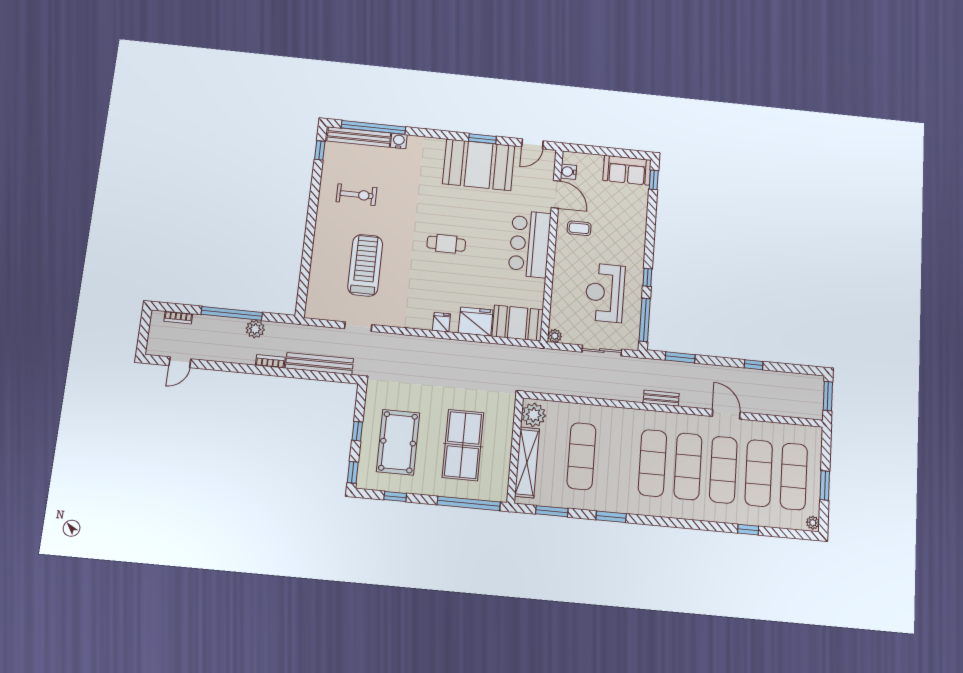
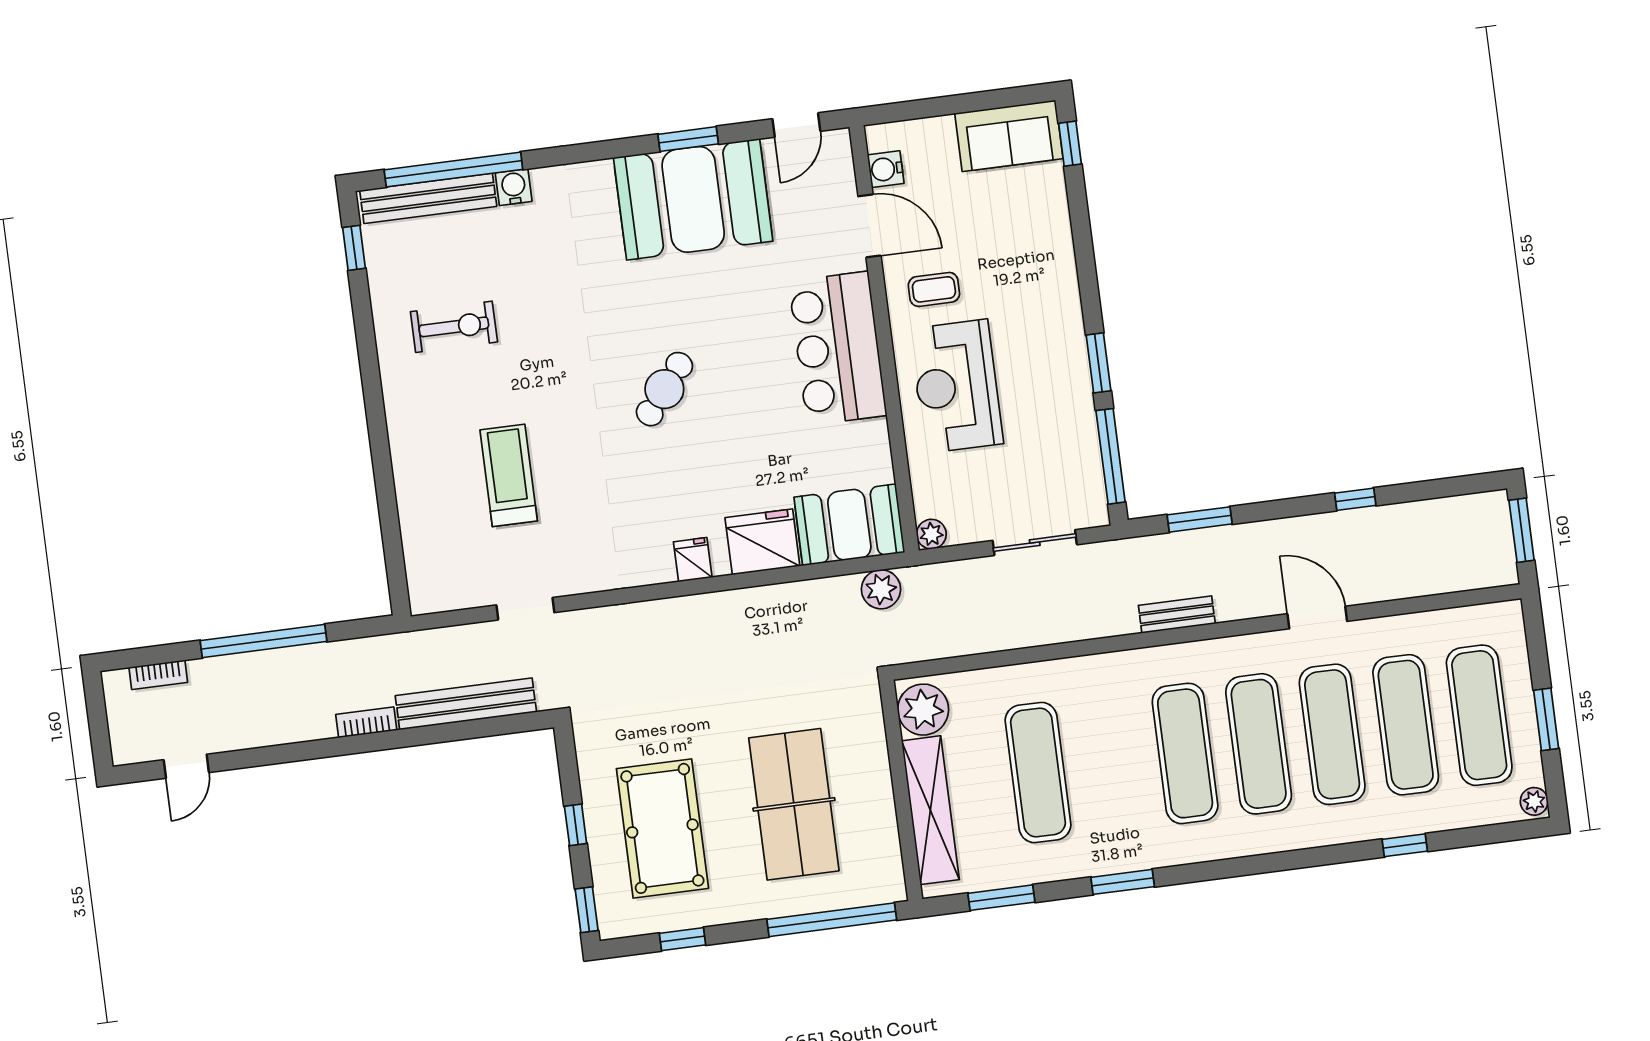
cafe table: (446, 244) -> (664, 389), turned -51
treadmill: (365, 265) -> (509, 475), width x0.73, depth x0.73
window: (647, 277) -> (1098, 363), width x1.50
reception desk: (605, 293) -> (957, 386), moved
plant: (255, 329) -> (881, 589), moved

